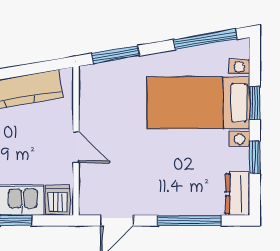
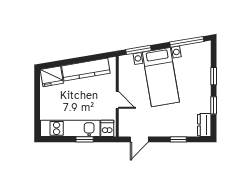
bed with nightstands: (198, 103) -> (161, 77), moved, turned -100
window: (189, 221) -> (178, 139), width x0.46

